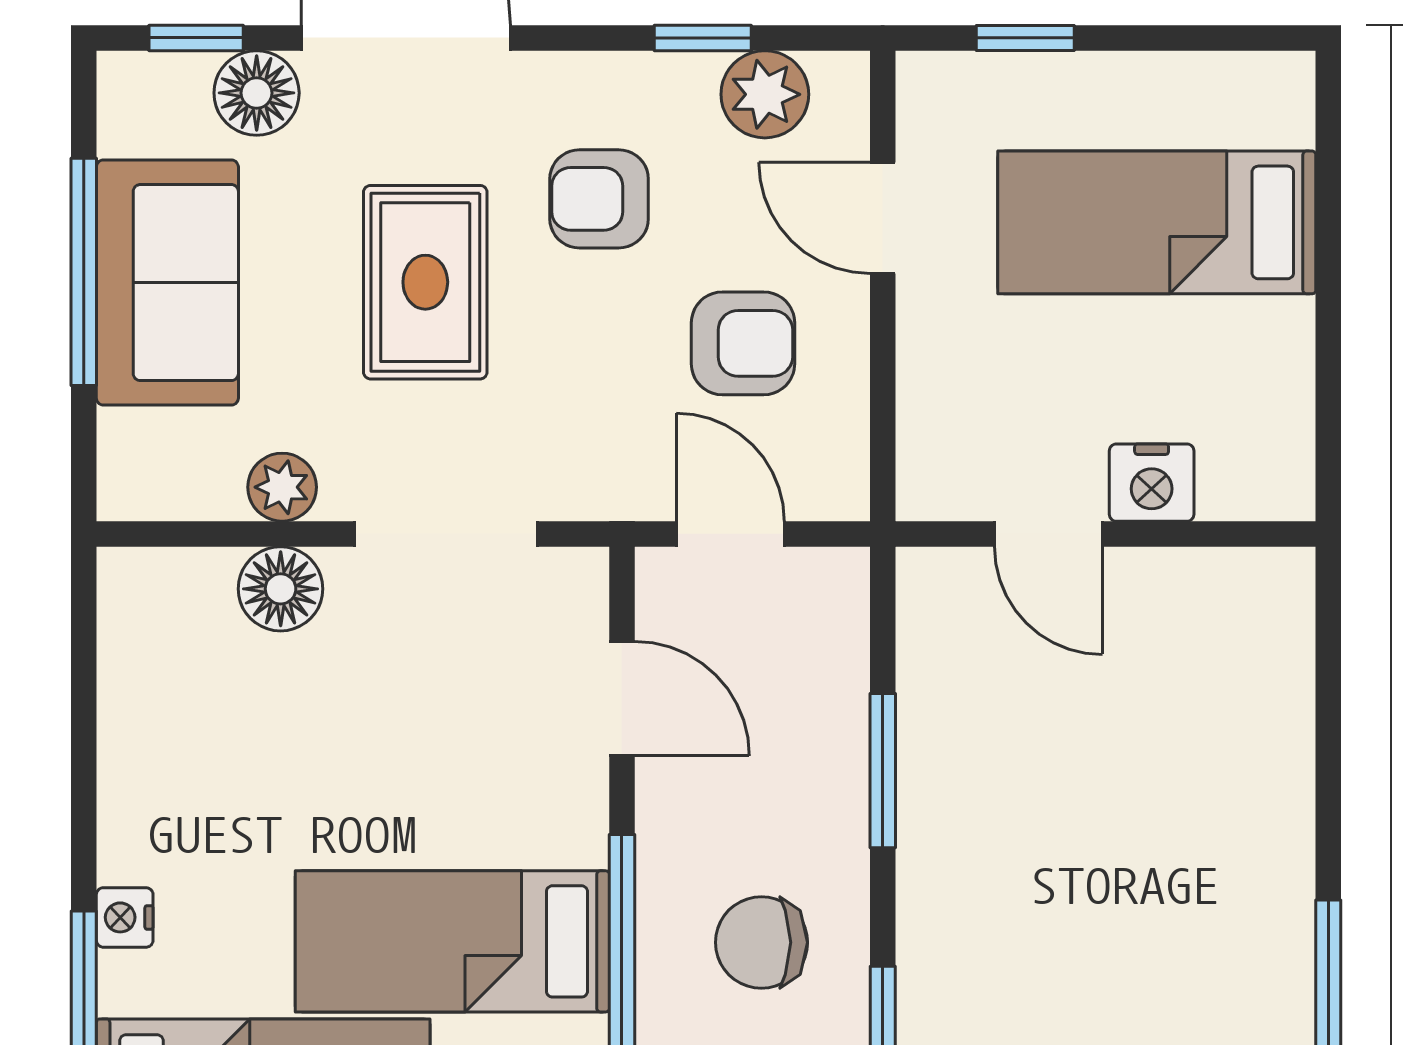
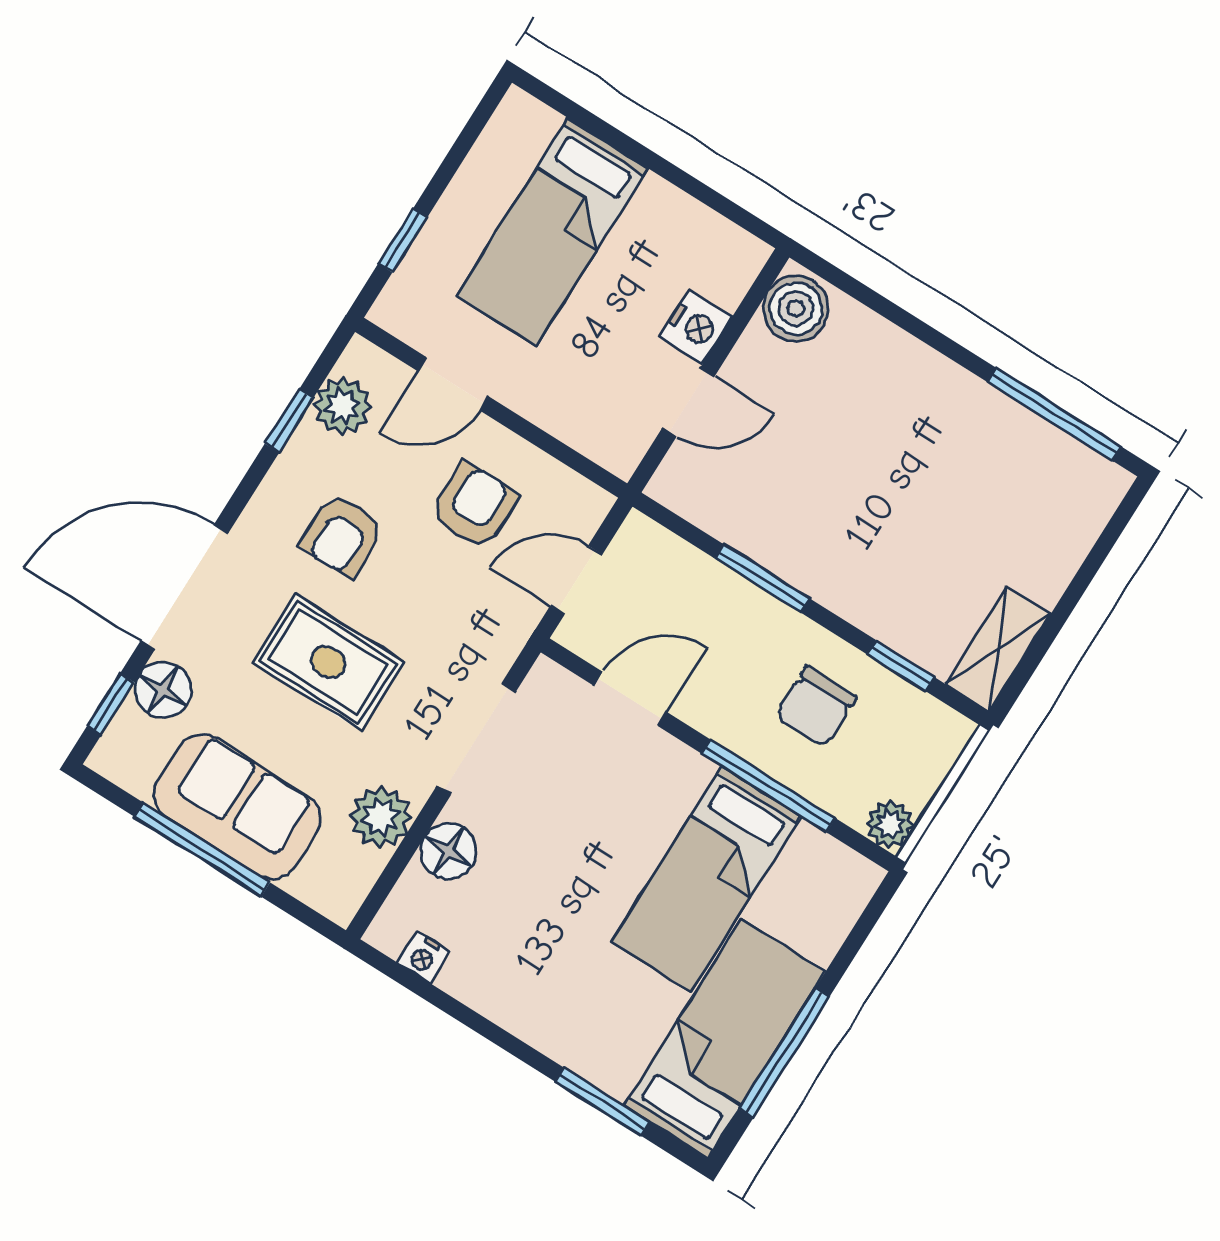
plant: (282, 487) -> (381, 817), width x1.38, depth x1.38
boiler: (1255, 596) -> (796, 309), added
nightstand: (125, 917) -> (424, 957), moved

